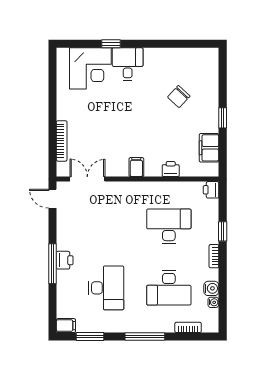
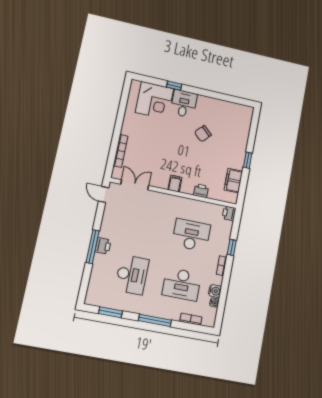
chair: (179, 97) -> (203, 134), moved
filing cabinet: (66, 326) -> (93, 300), removed

